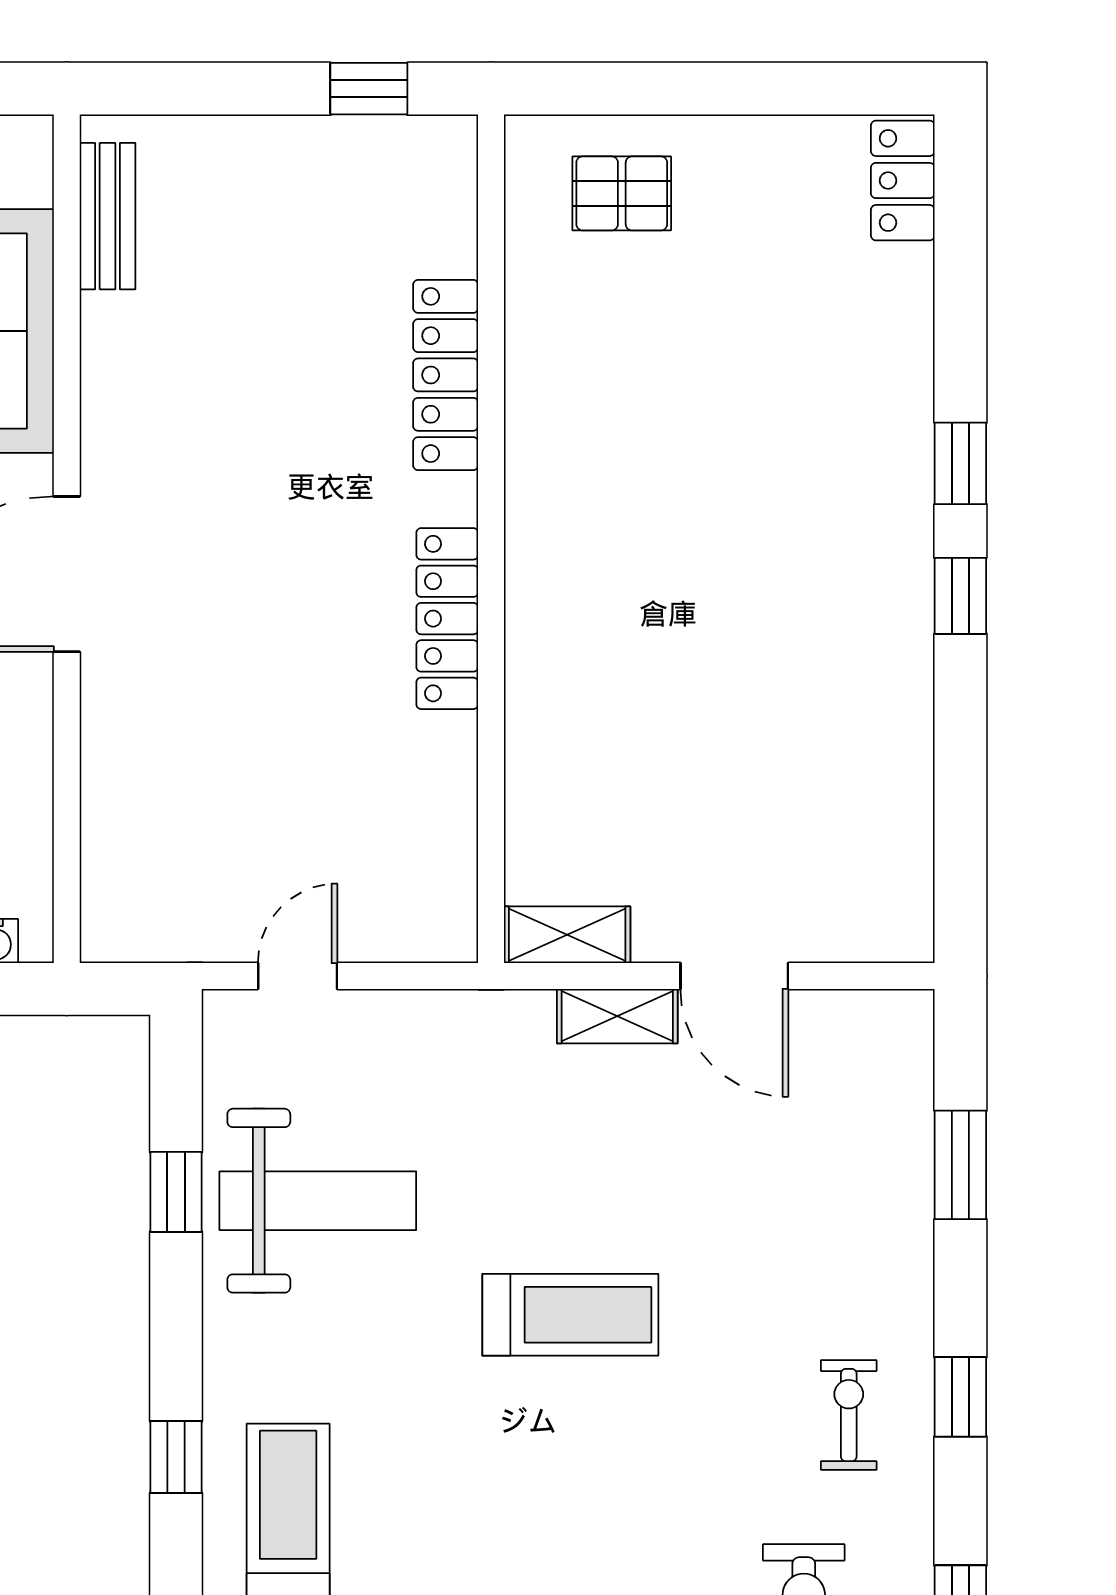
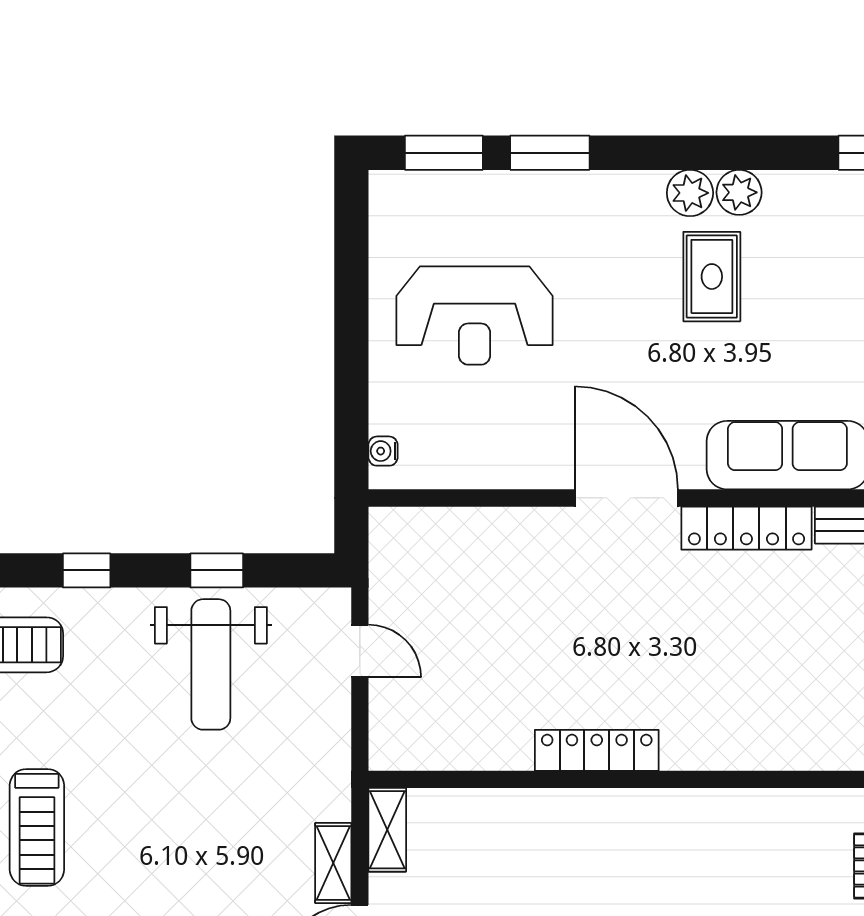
locker: (446, 375) -> (746, 528), moved, turned 180
treadmill: (570, 1315) -> (37, 827), moved
window: (176, 1457) -> (87, 570), moved

